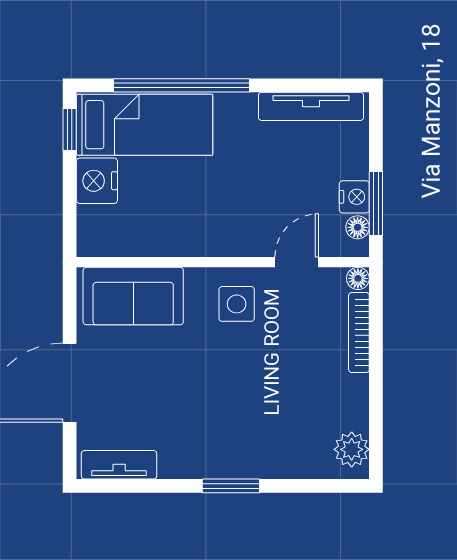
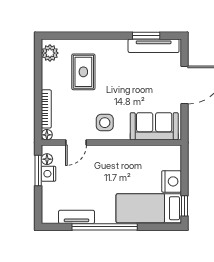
window: (182, 85) -> (105, 227), moved
tv unit: (311, 106) -> (76, 217), width x0.71
rug: (281, 410) -> (83, 72), added
tv unit: (119, 465) -> (154, 46), width x1.41
window: (231, 486) -> (146, 36), moved

